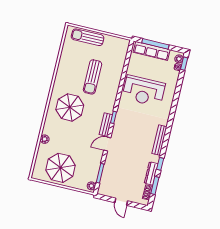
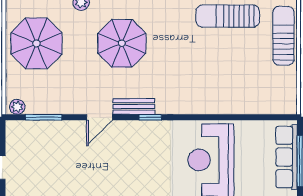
sun lounger: (92, 77) -> (228, 16), moved
parasol: (70, 107) -> (122, 43), moved
door: (107, 144) -> (99, 117), swing flipped

